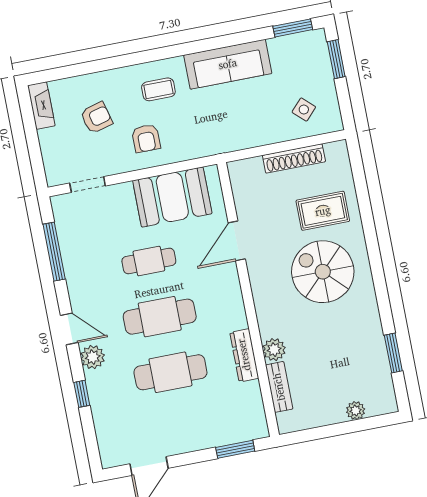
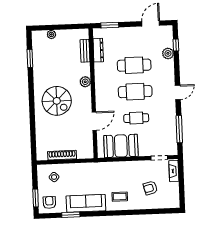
window: (293, 28) -> (71, 215), moved
fireplace: (41, 106) -> (174, 171), moved
armchair: (146, 138) -> (49, 202), moved
rug: (323, 211) -> (52, 129), removed
door: (69, 329) -> (178, 92), swing flipped
plant: (274, 350) -> (85, 82), moved
dresser: (244, 355) -> (98, 50), moved
plant: (93, 357) -> (168, 53), moved
window: (82, 394) -> (176, 45), moved

